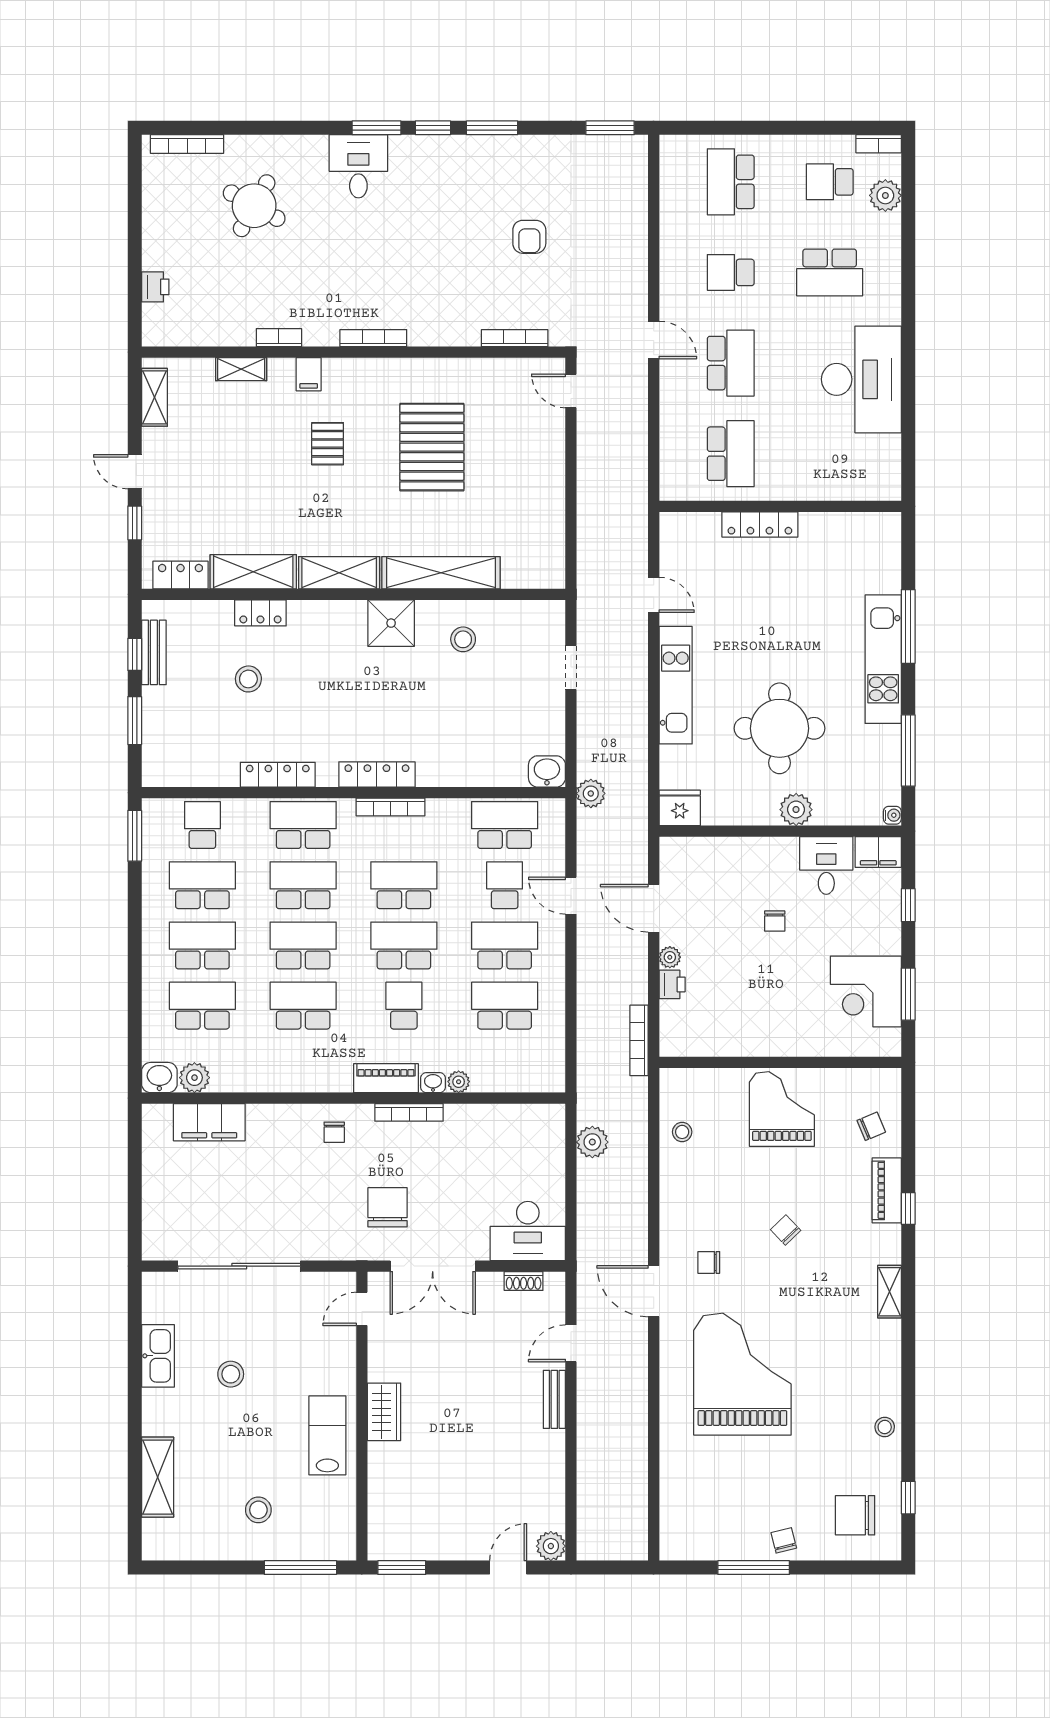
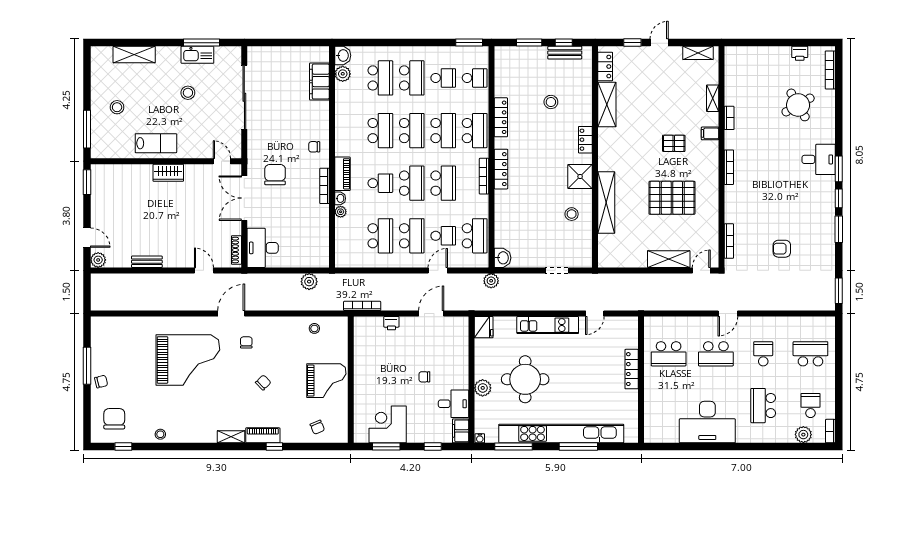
round table: (254, 206) -> (798, 105), turned 31
printer: (155, 287) -> (800, 53), moved
shelving: (339, 573) -> (669, 259), moved, turned 90
locker: (260, 613) -> (585, 140), moved
kitchen unit: (883, 659) -> (561, 433), width x1.86
school desk: (202, 885) -> (443, 78), width x0.54
plant: (670, 957) -> (406, 322), removed
piano: (887, 1190) -> (263, 435), moved
chair: (388, 1207) -> (275, 175), turned -90
shoe rack: (524, 1281) -> (237, 250), width x1.43
window: (135, 1348) -> (201, 43), added
bench: (554, 1399) -> (147, 262), moved

